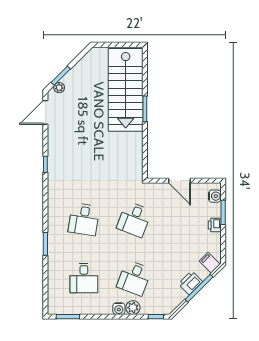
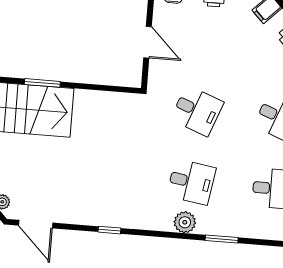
door: (180, 181) -> (148, 42), hinge flipped
plant: (55, 217) -> (185, 222), added

